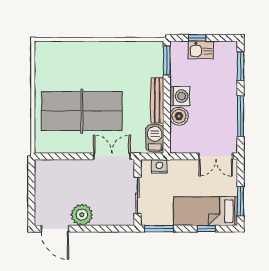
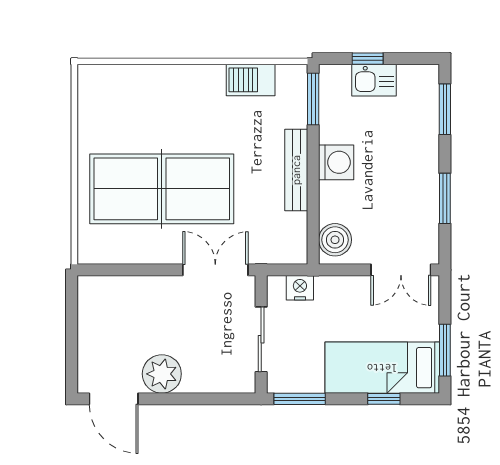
boiler: (179, 116) -> (335, 240), moved
window: (241, 116) -> (445, 198), width x0.69
barbecue: (155, 138) -> (251, 80), moved, turned -90

